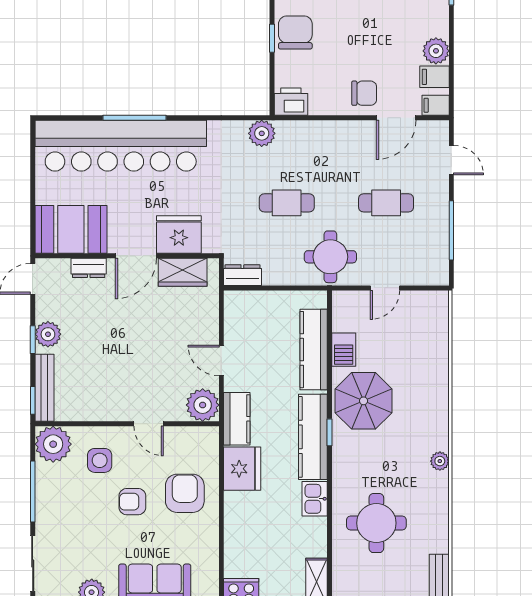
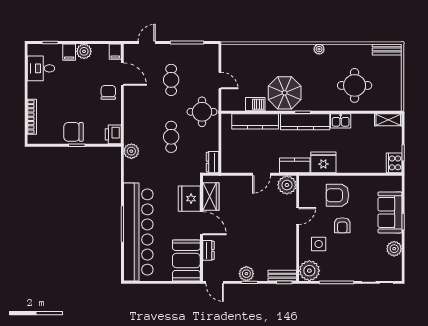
filing cabinet: (435, 77) -> (69, 52), moved
bench: (44, 388) -> (282, 276), width x0.73

